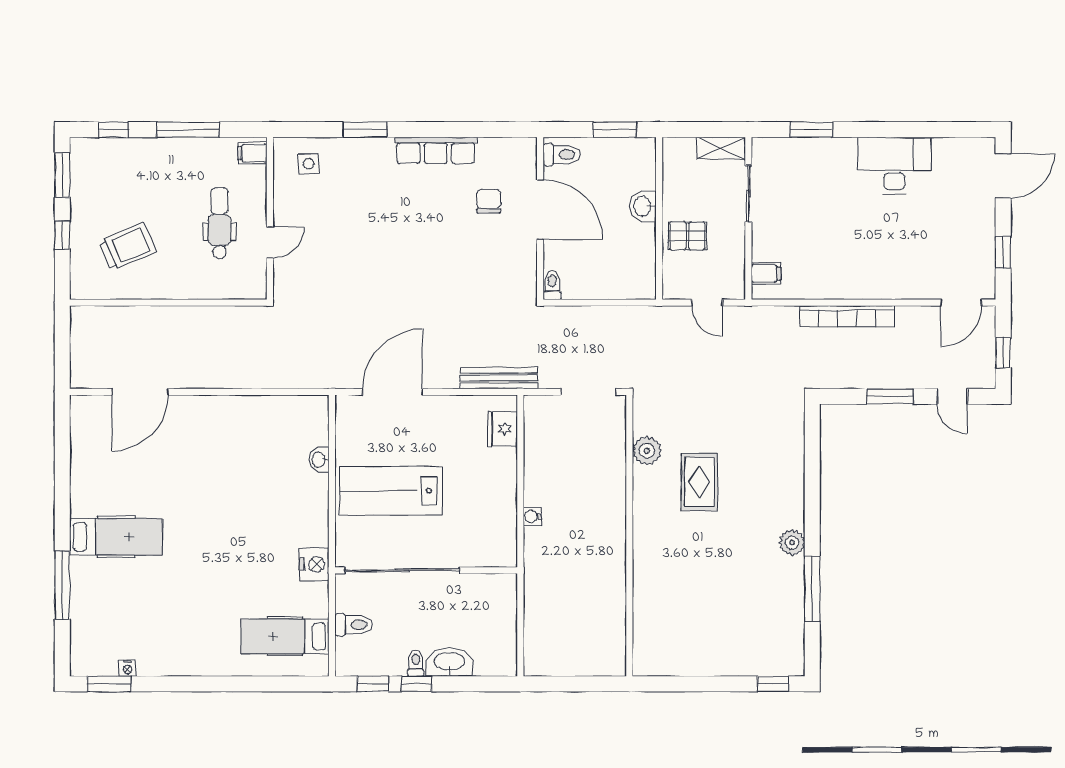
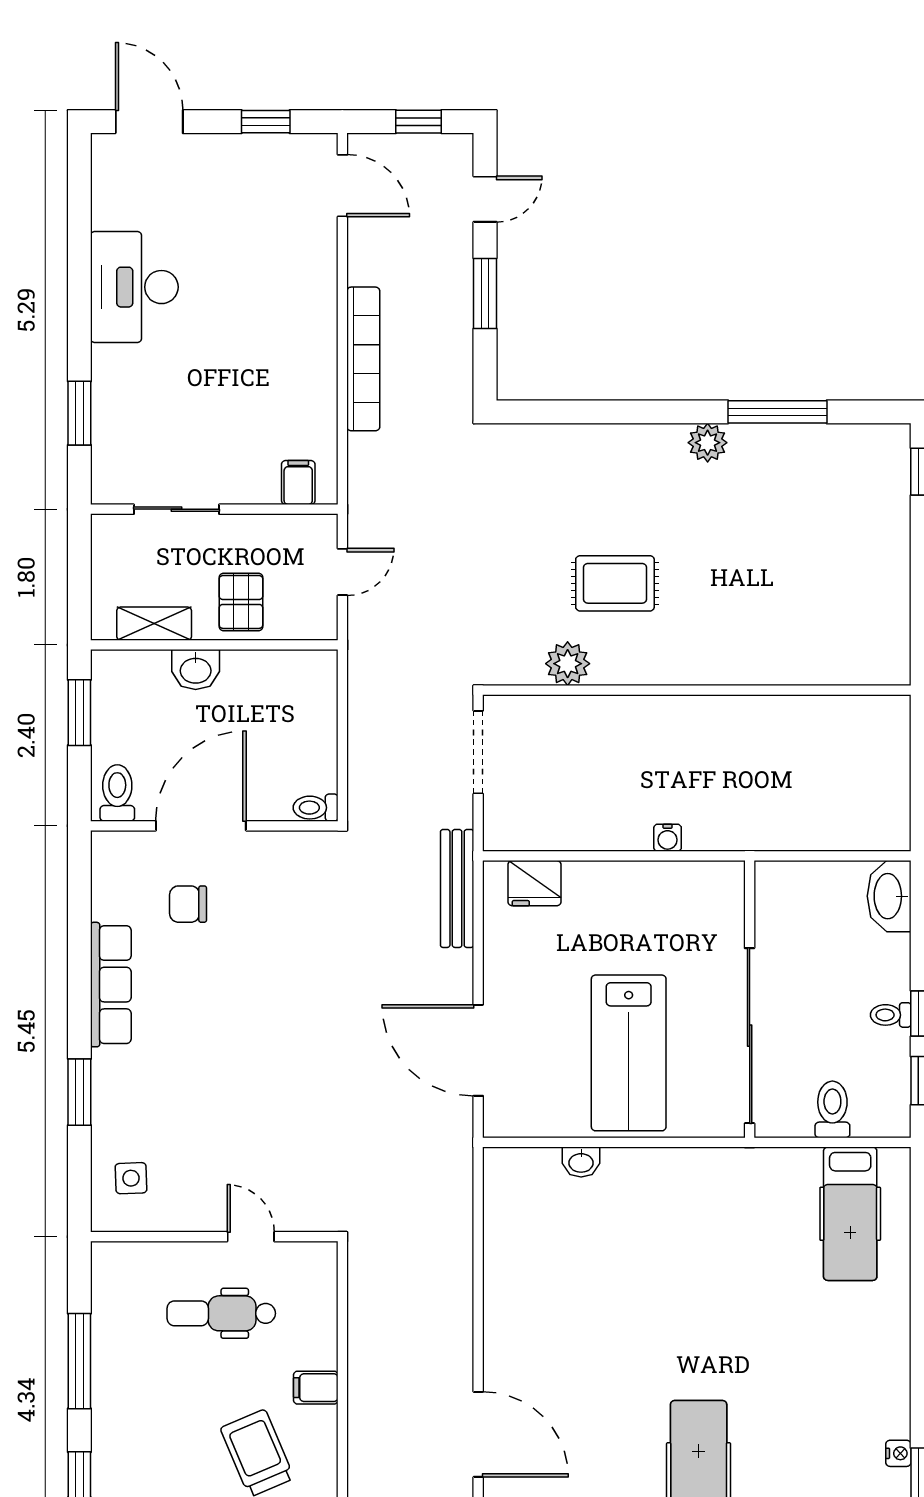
shelving: (721, 148) -> (154, 624), moved, turned 90
filing cabinet: (252, 153) -> (316, 1388), moved, turned 90
nightstand: (314, 564) -> (740, 1169), removed
washbasin: (449, 662) -> (889, 896), moved

